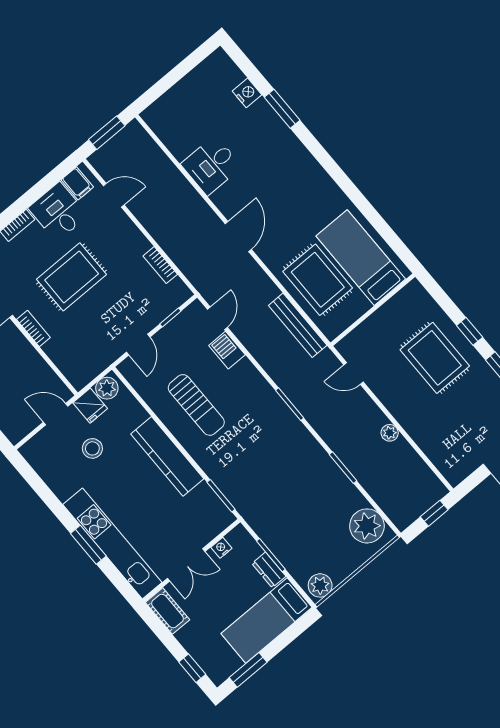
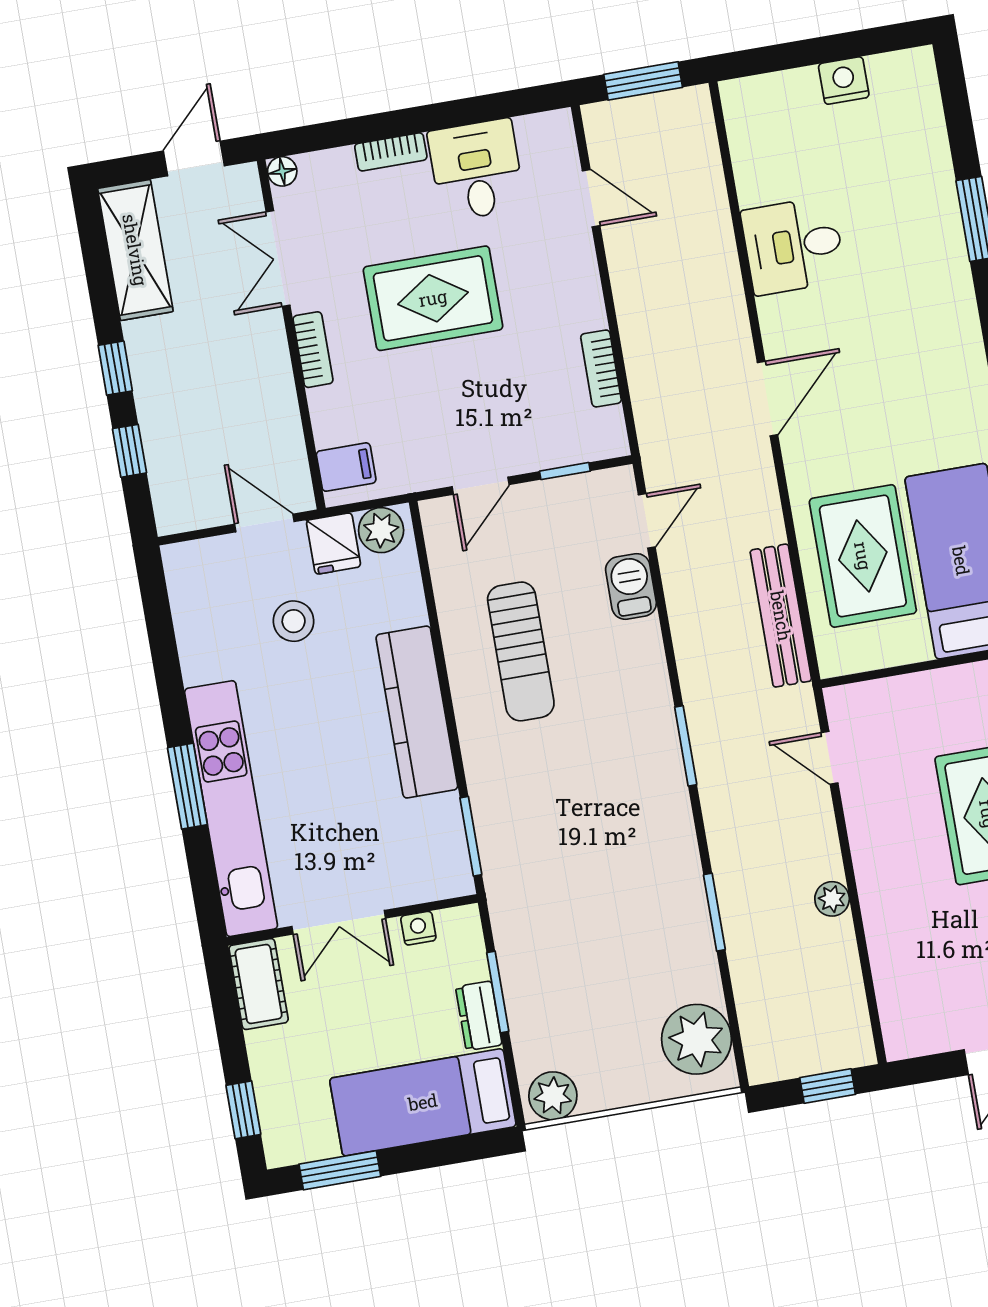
nightstand: (247, 93) -> (844, 81), moved, turned -90
filing cabinet: (77, 183) -> (346, 467), moved, turned -90

